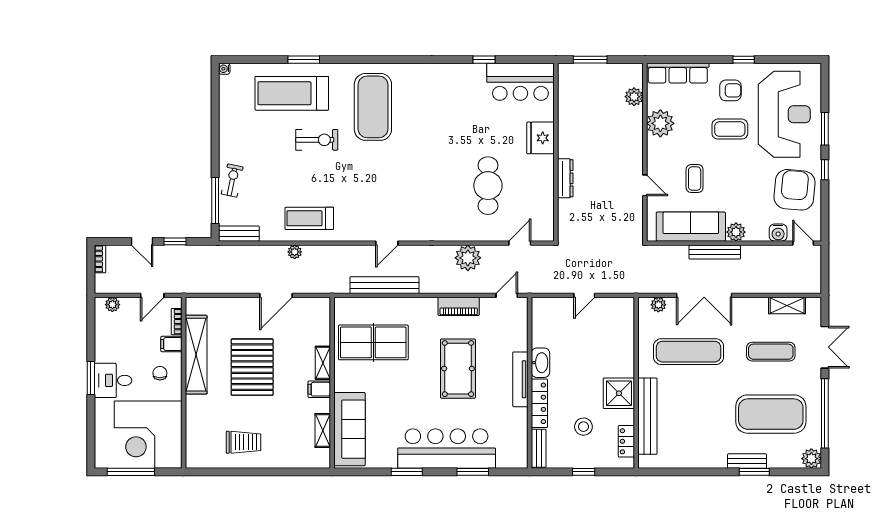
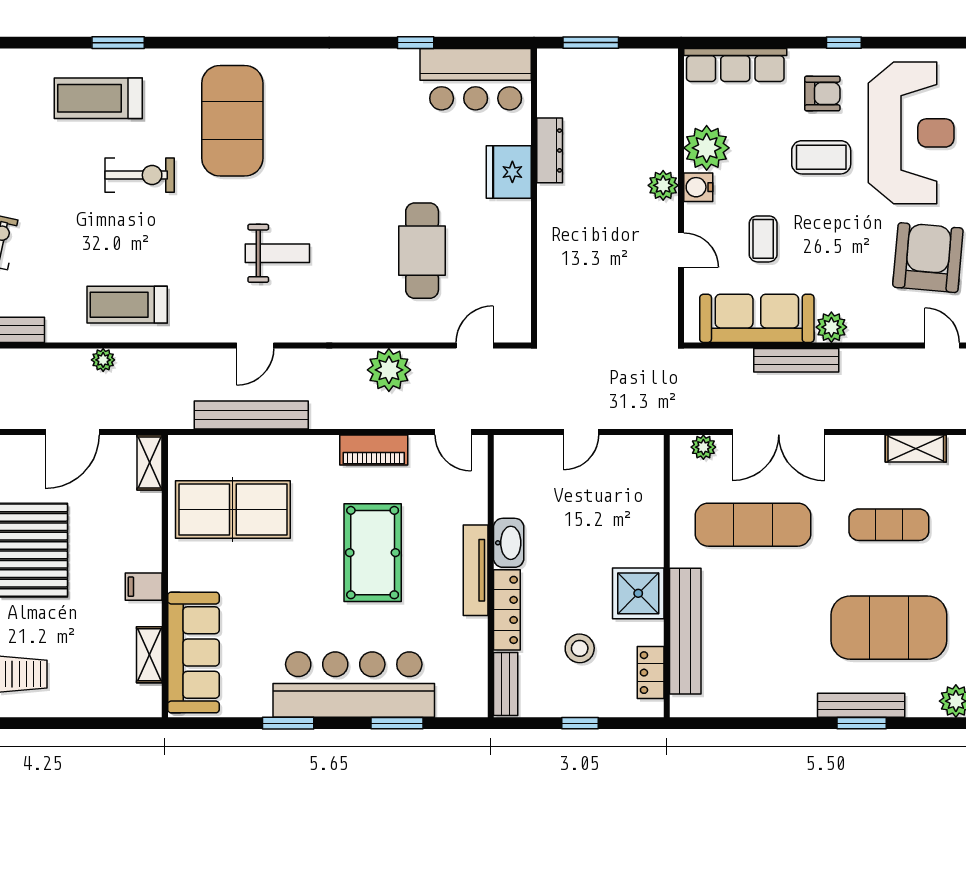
treadmill: (292, 93) -> (98, 98), width x0.73, depth x0.73
plant: (634, 97) -> (663, 185), moved
dresser: (565, 178) -> (550, 150), moved
weight bench: (400, 187) -> (277, 253), added
water cooler: (778, 233) -> (698, 187), moved, turned 90
door: (507, 295) -> (453, 432), swing flipped
shelving: (323, 363) -> (150, 462), moved
bench: (747, 461) -> (861, 705), width x1.36

